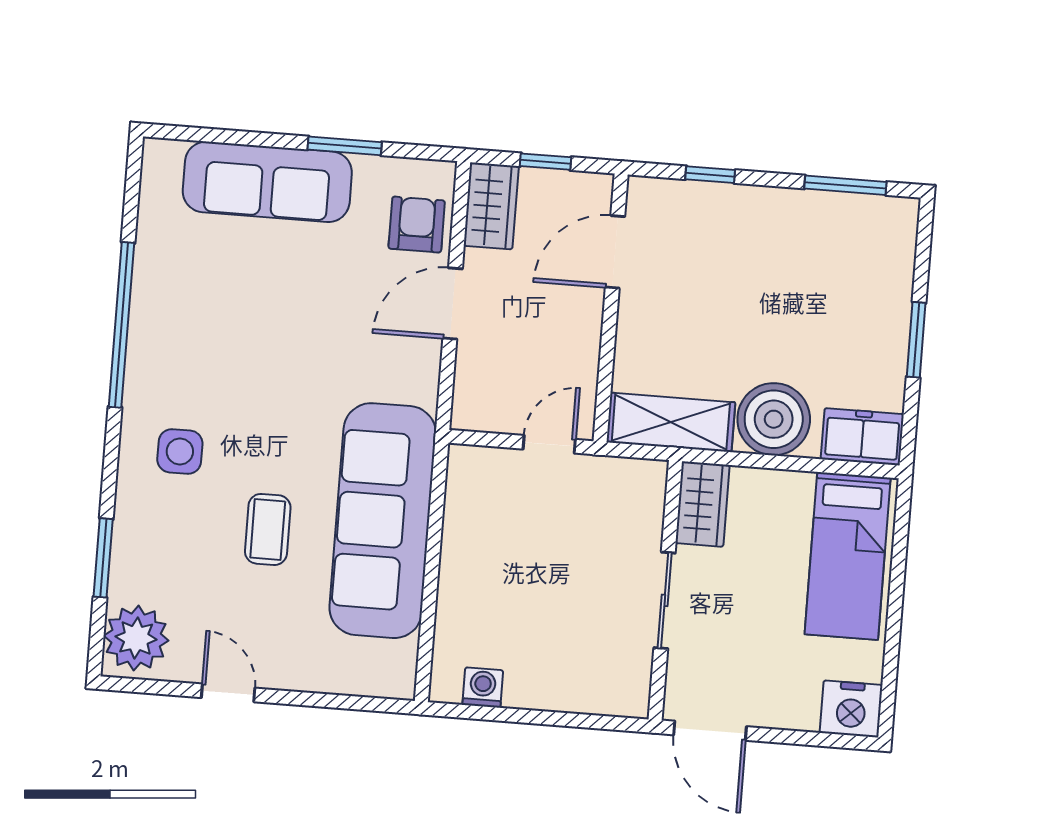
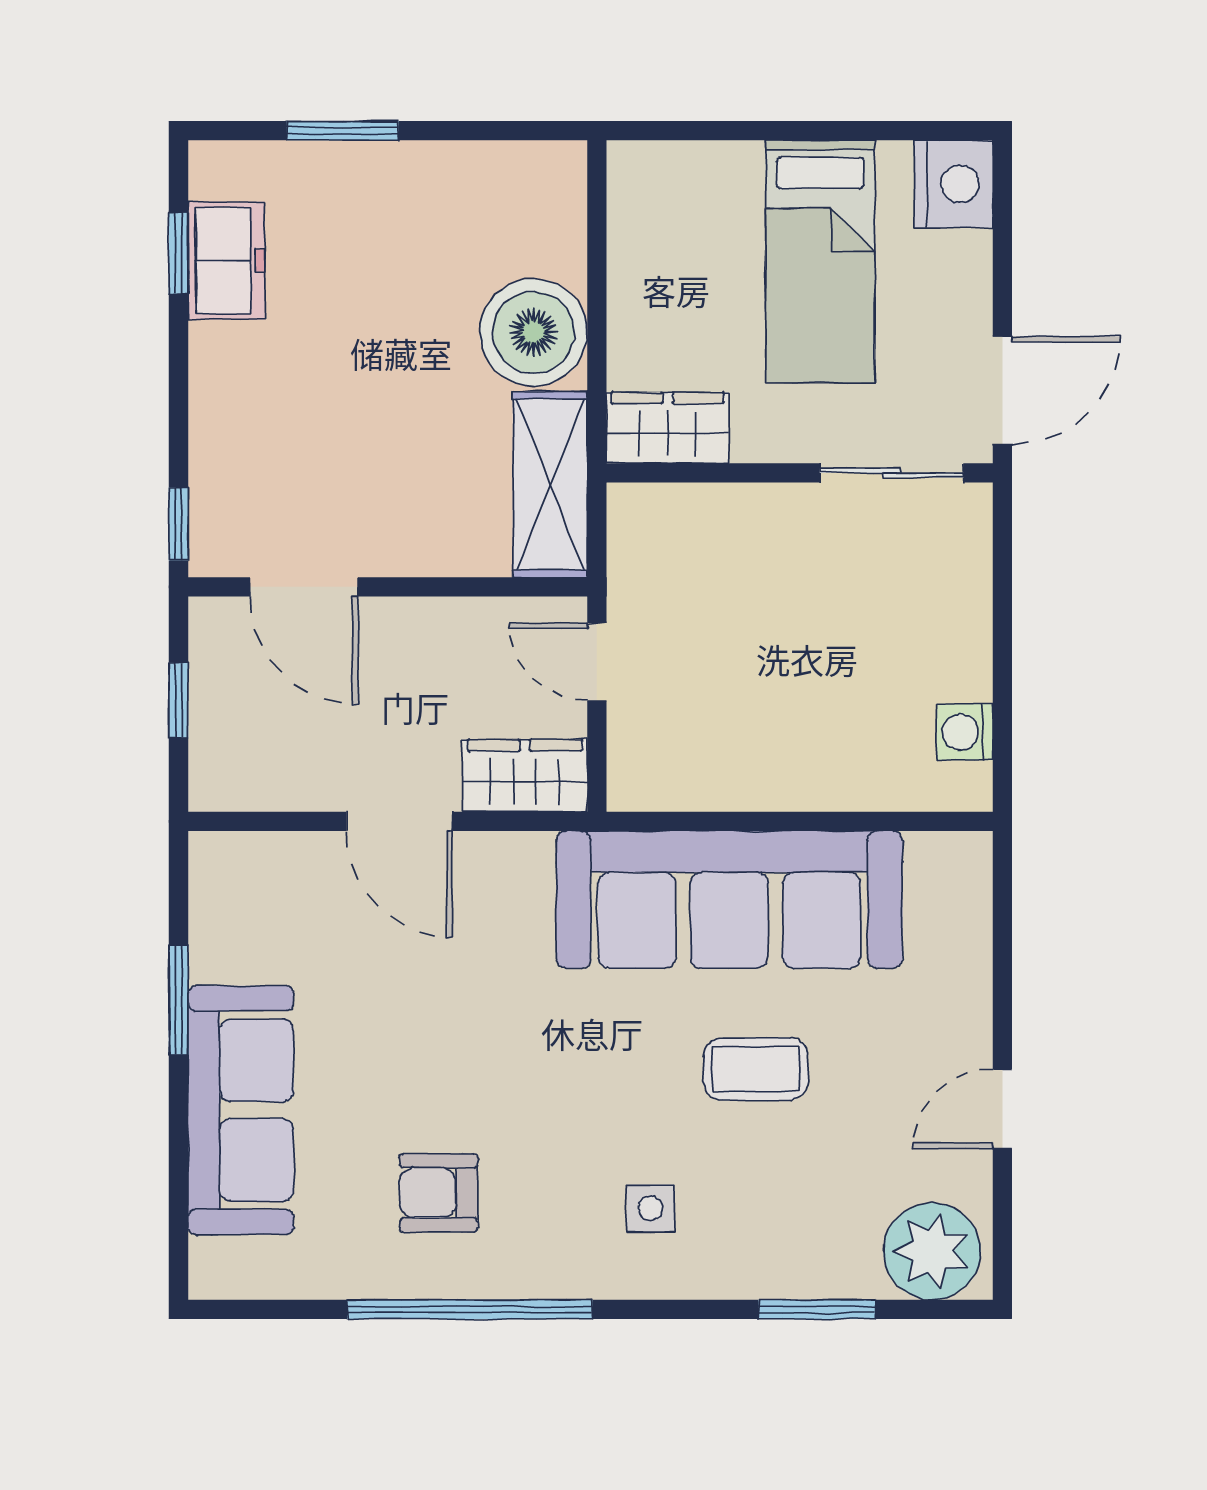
window: (710, 175) -> (179, 524), moved
window: (845, 185) -> (179, 253), width x0.67
wardrobe: (491, 206) -> (525, 776), moved
armchair: (417, 225) -> (439, 1193), moved
window: (916, 340) -> (343, 131), moved
freezer: (862, 437) -> (226, 261), moved, turned 180
side table: (180, 451) -> (651, 1208), width x0.73, depth x0.73
bed: (848, 556) -> (820, 261), moved, turned 90
sliding door: (665, 600) -> (892, 473), moved

